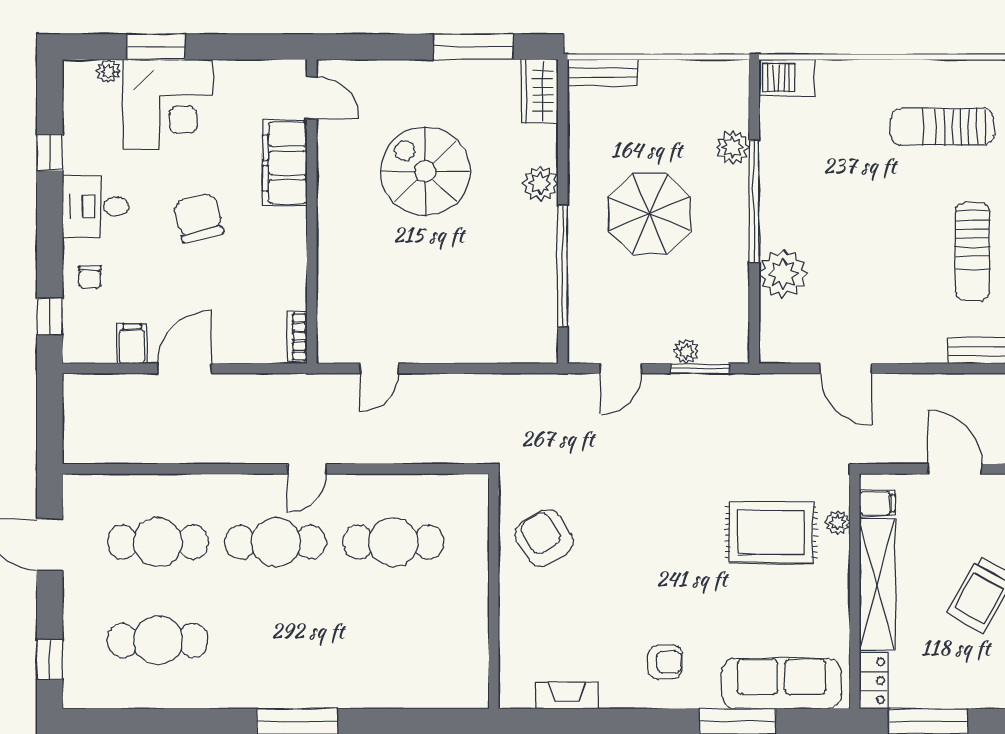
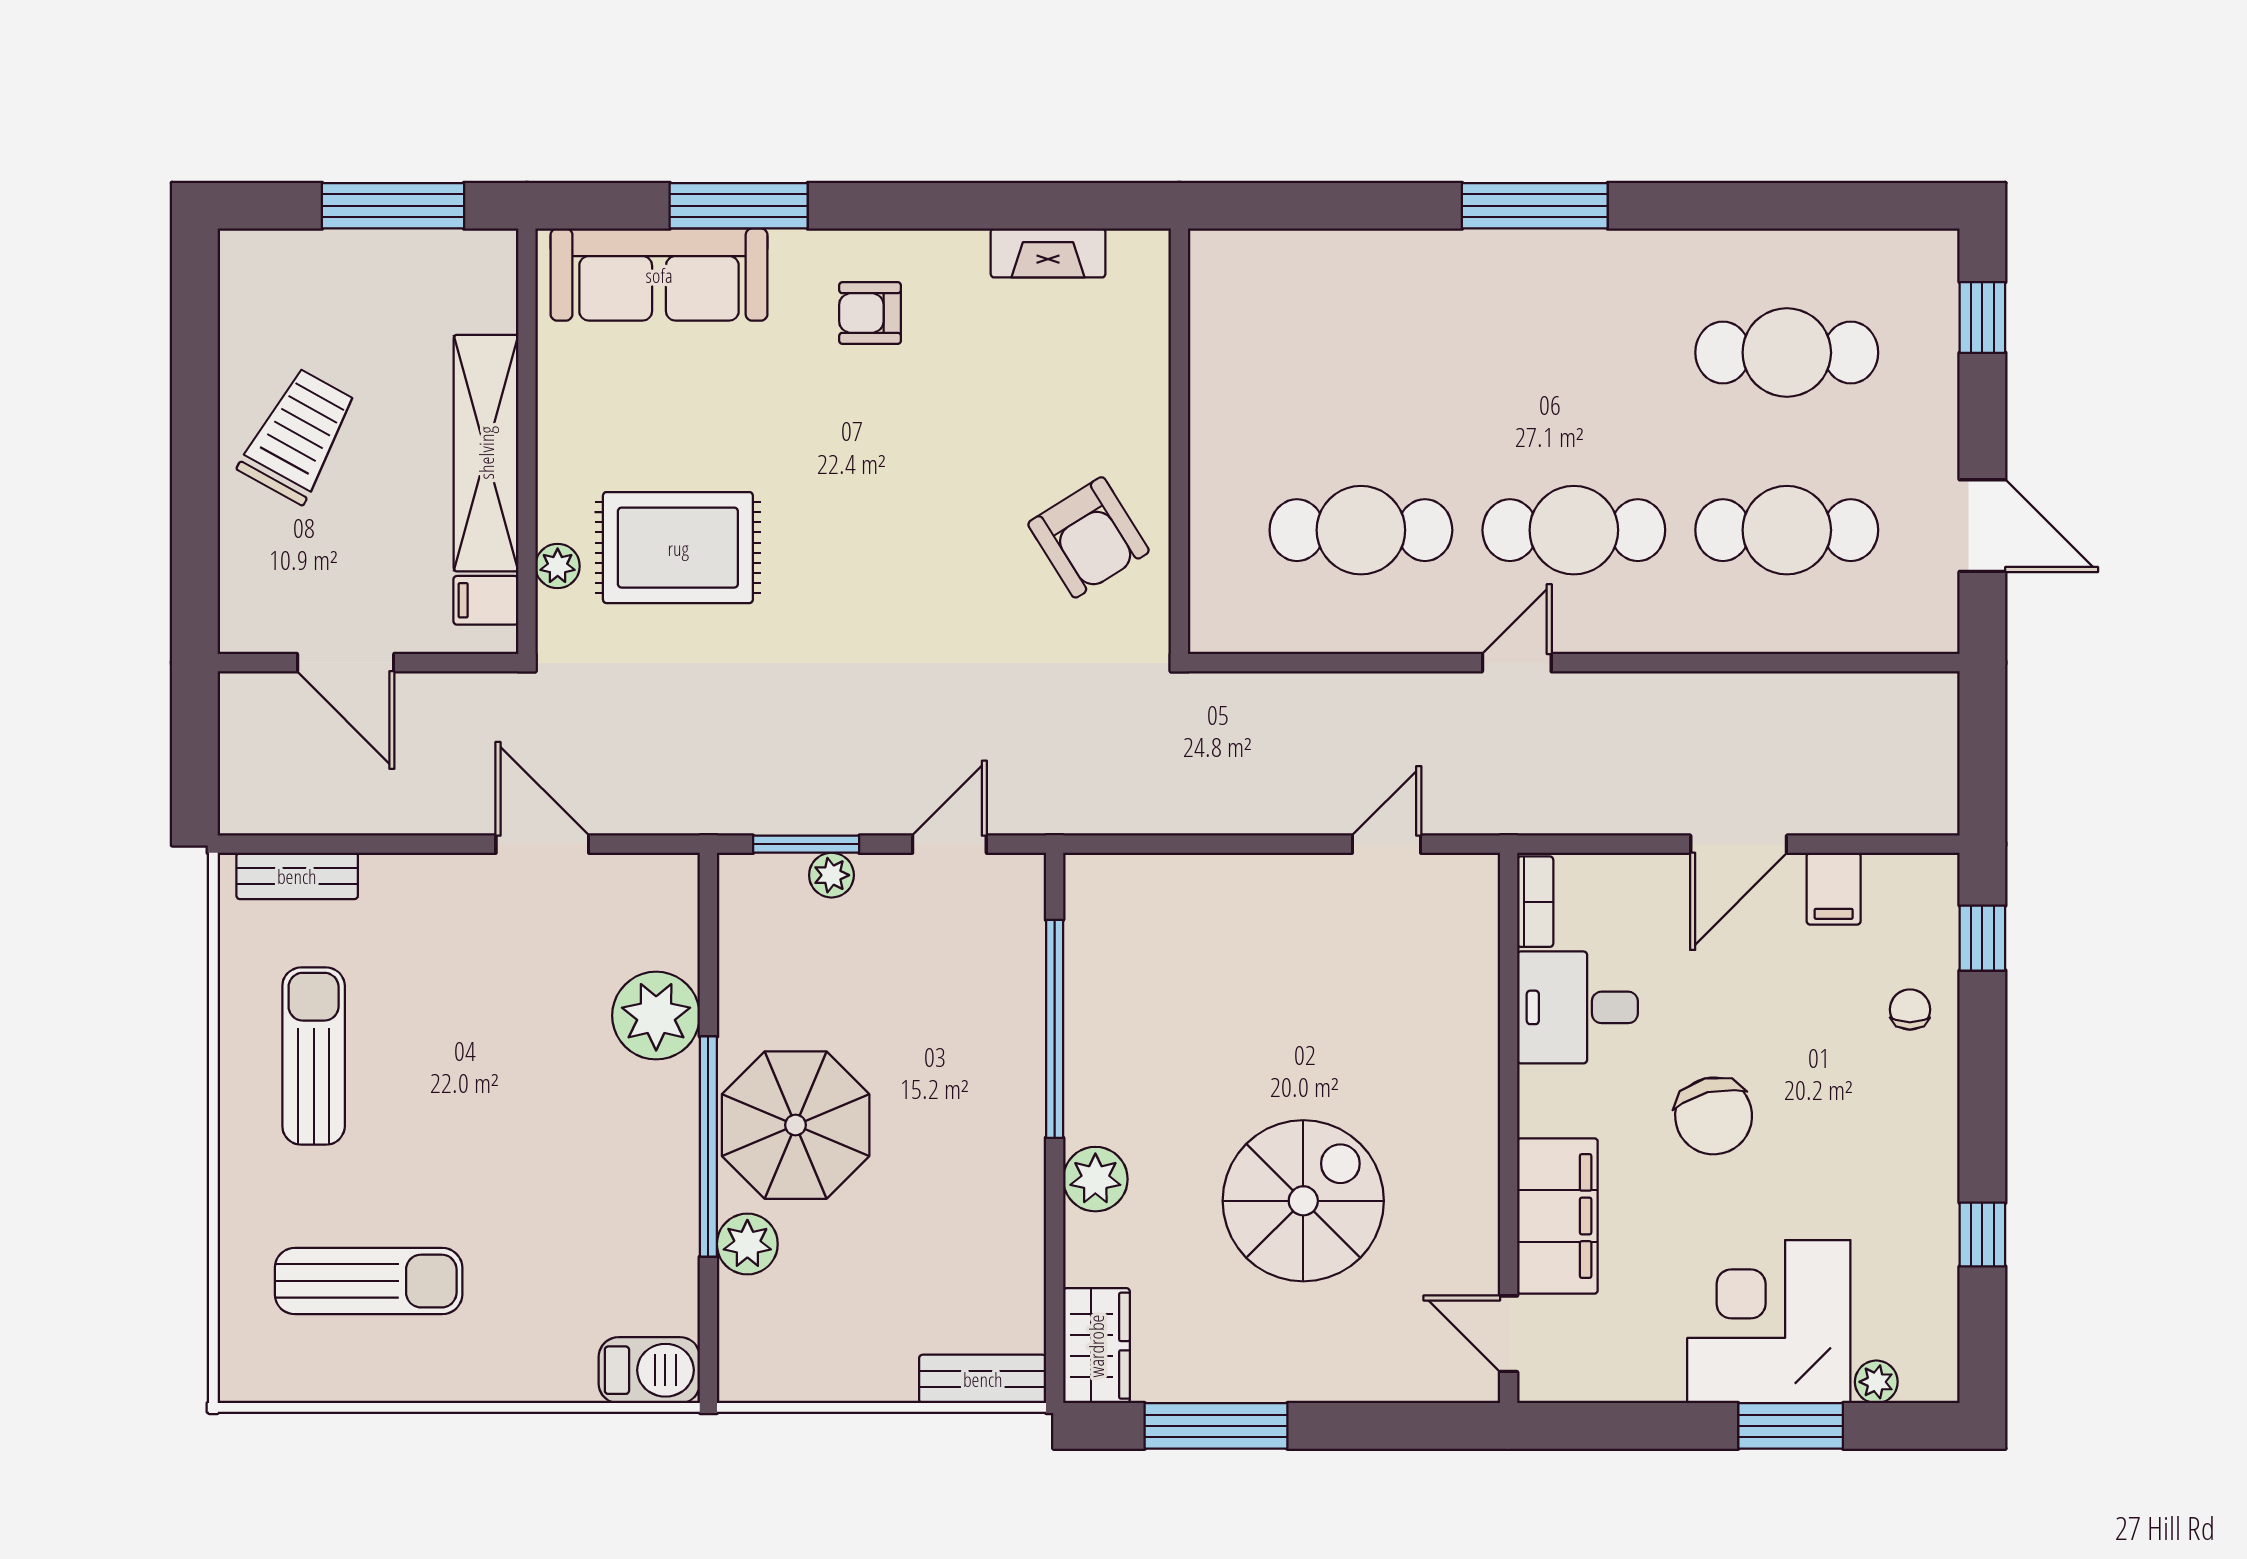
spiral stairs: (425, 171) -> (1303, 1201), turned -90
desk: (96, 206) -> (1577, 1007), moved, turned 180
parasol: (649, 214) -> (796, 1125), moved
locker: (874, 681) -> (493, 279), removed

